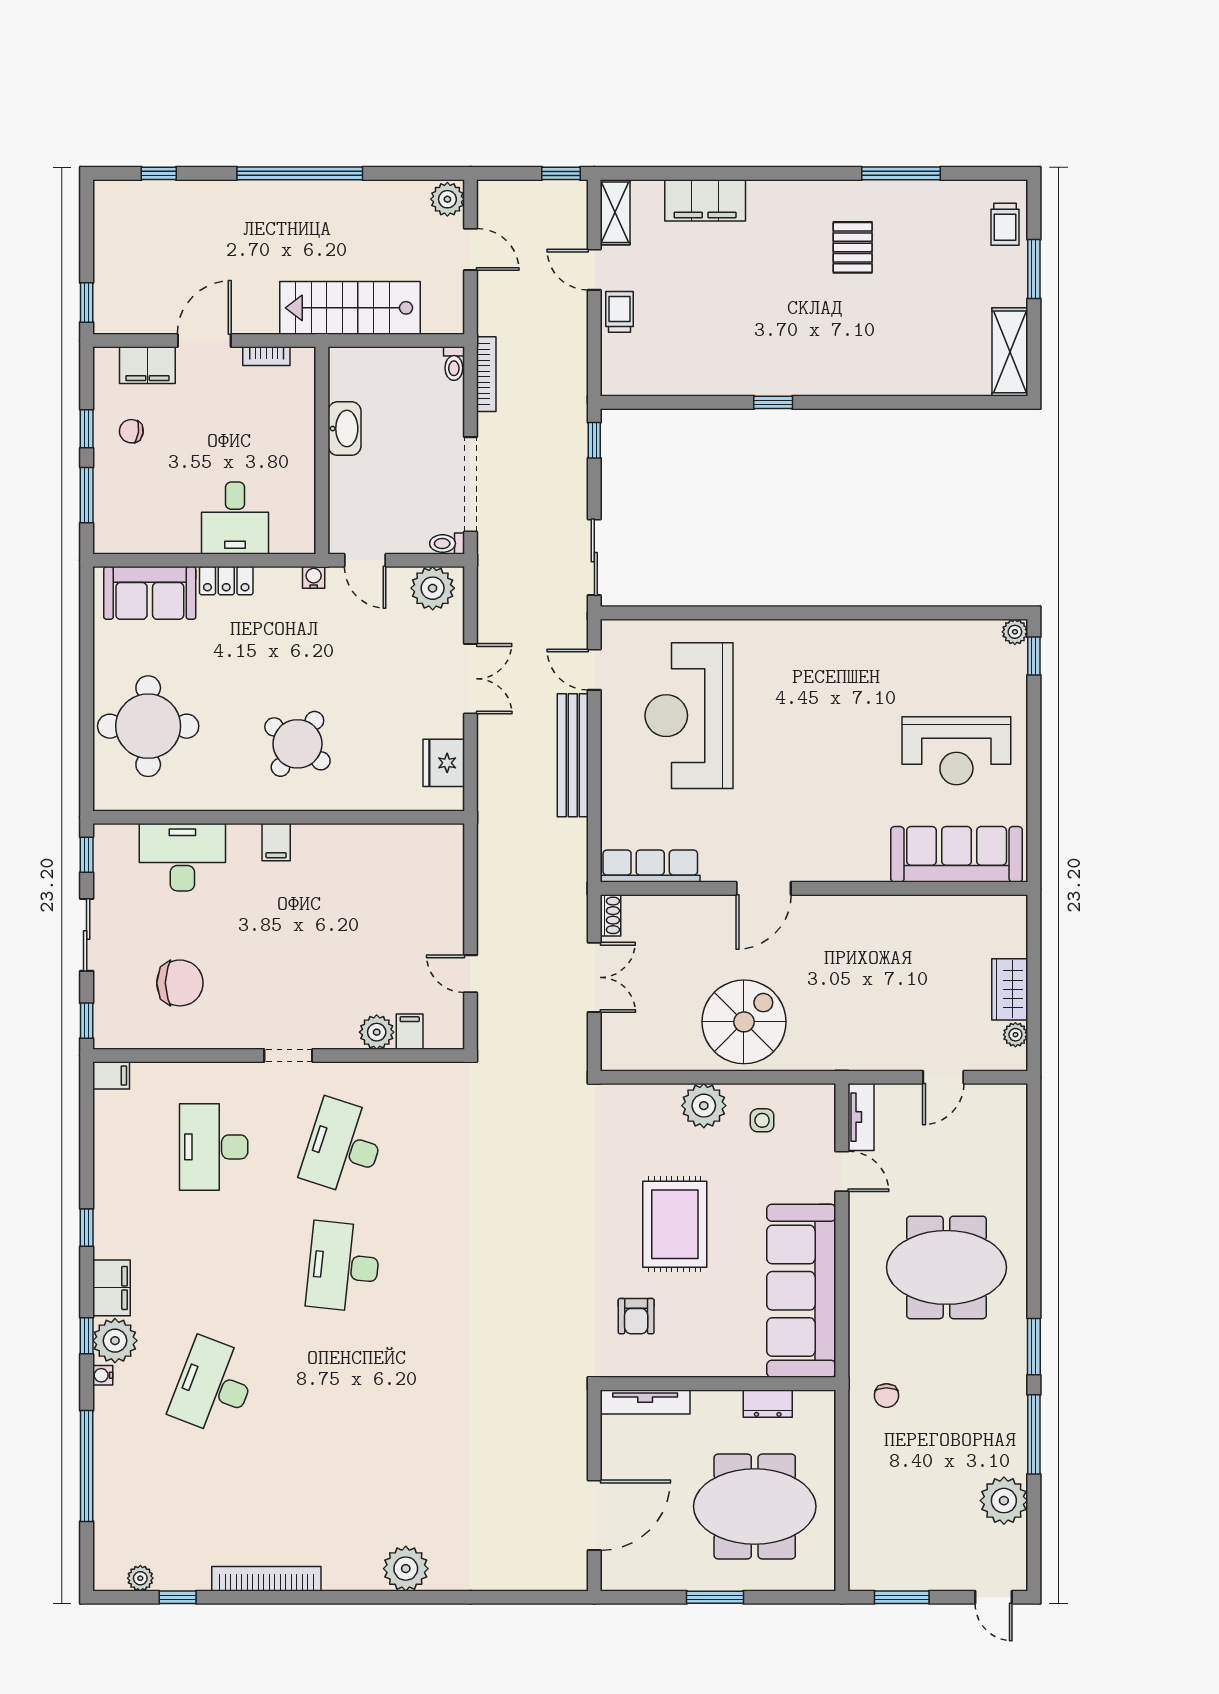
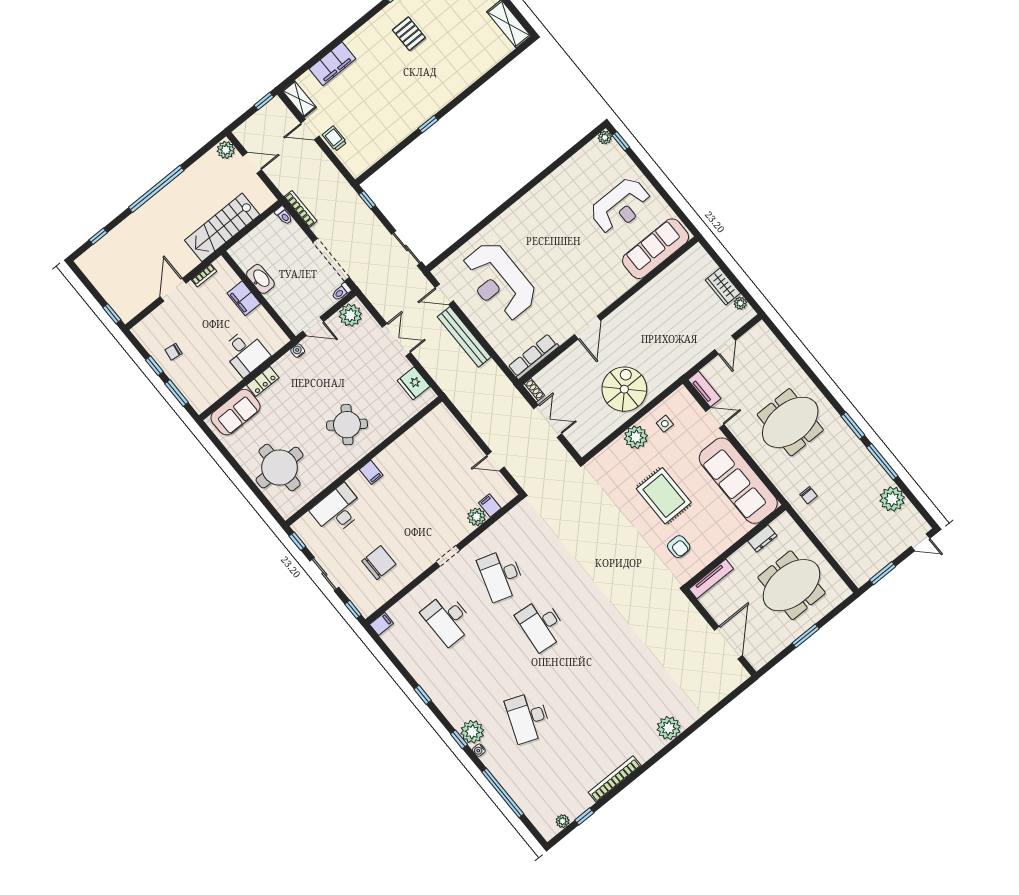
filing cabinet: (147, 365) -> (244, 298), moved, turned 90
filing cabinet: (111, 1288) -> (453, 711), removed

